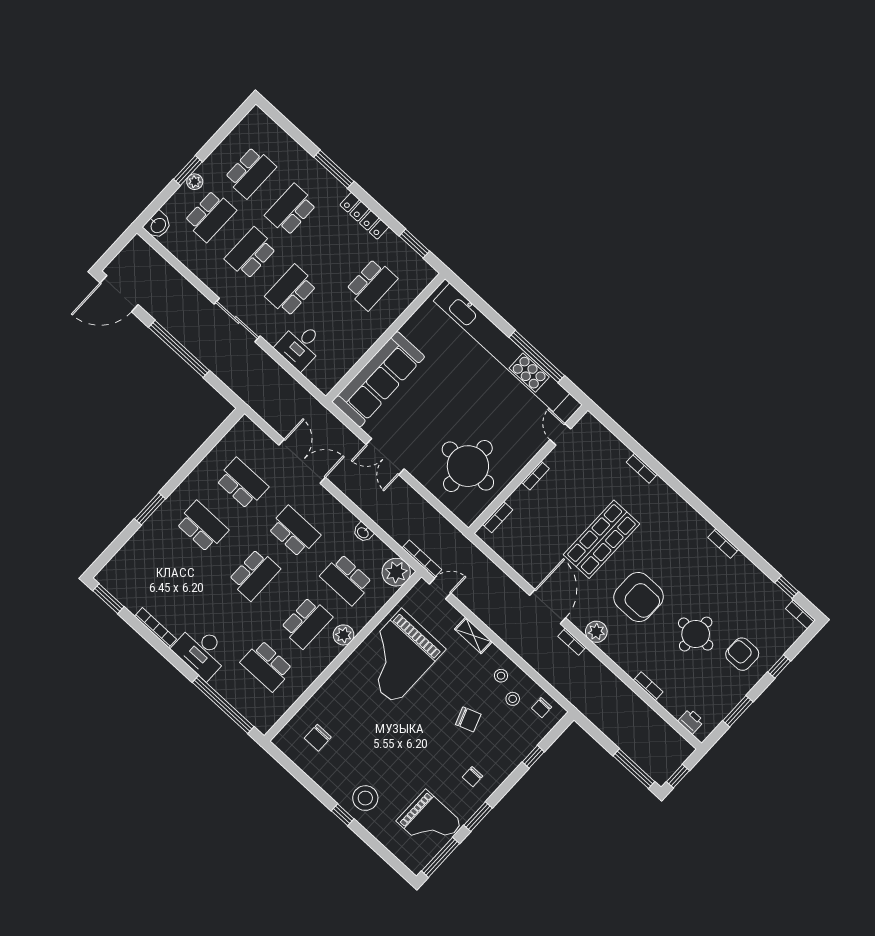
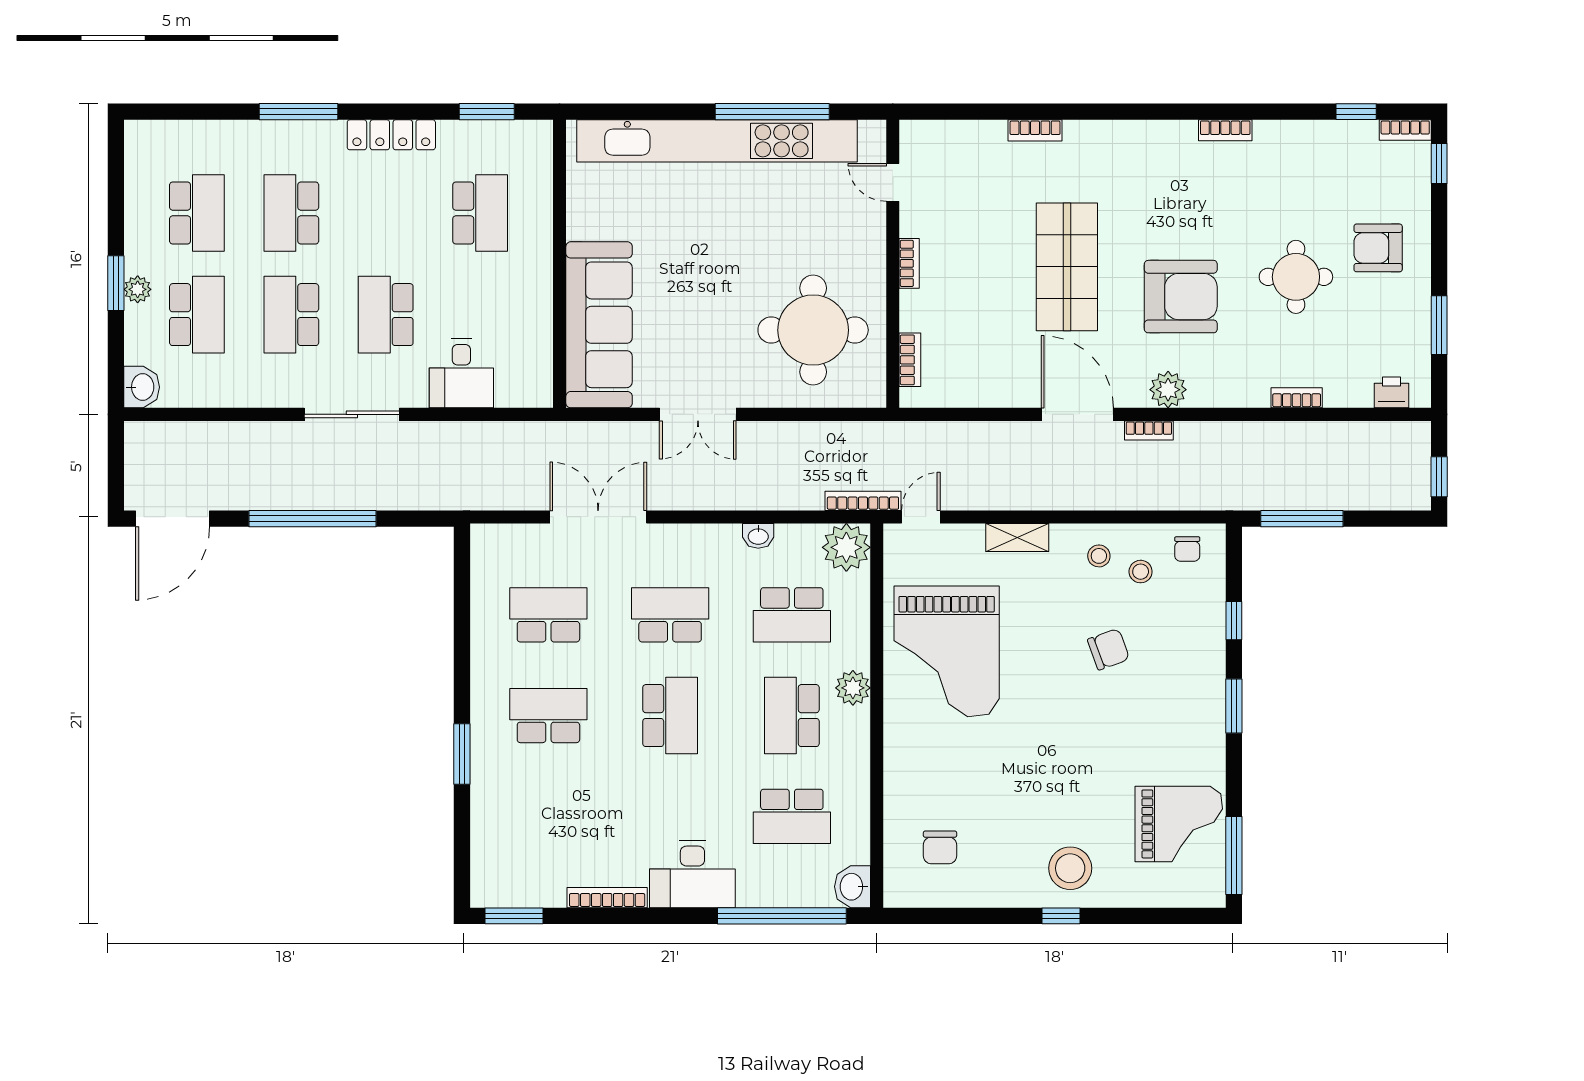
school desk: (306, 623) -> (792, 716), turned 180
window: (779, 666) -> (1439, 164), moved
washbasin: (265, 720) -> (852, 887), added
window: (634, 769) -> (1302, 519), moved
chair: (472, 777) -> (1180, 716), removed
window: (478, 817) -> (1234, 706), moved

